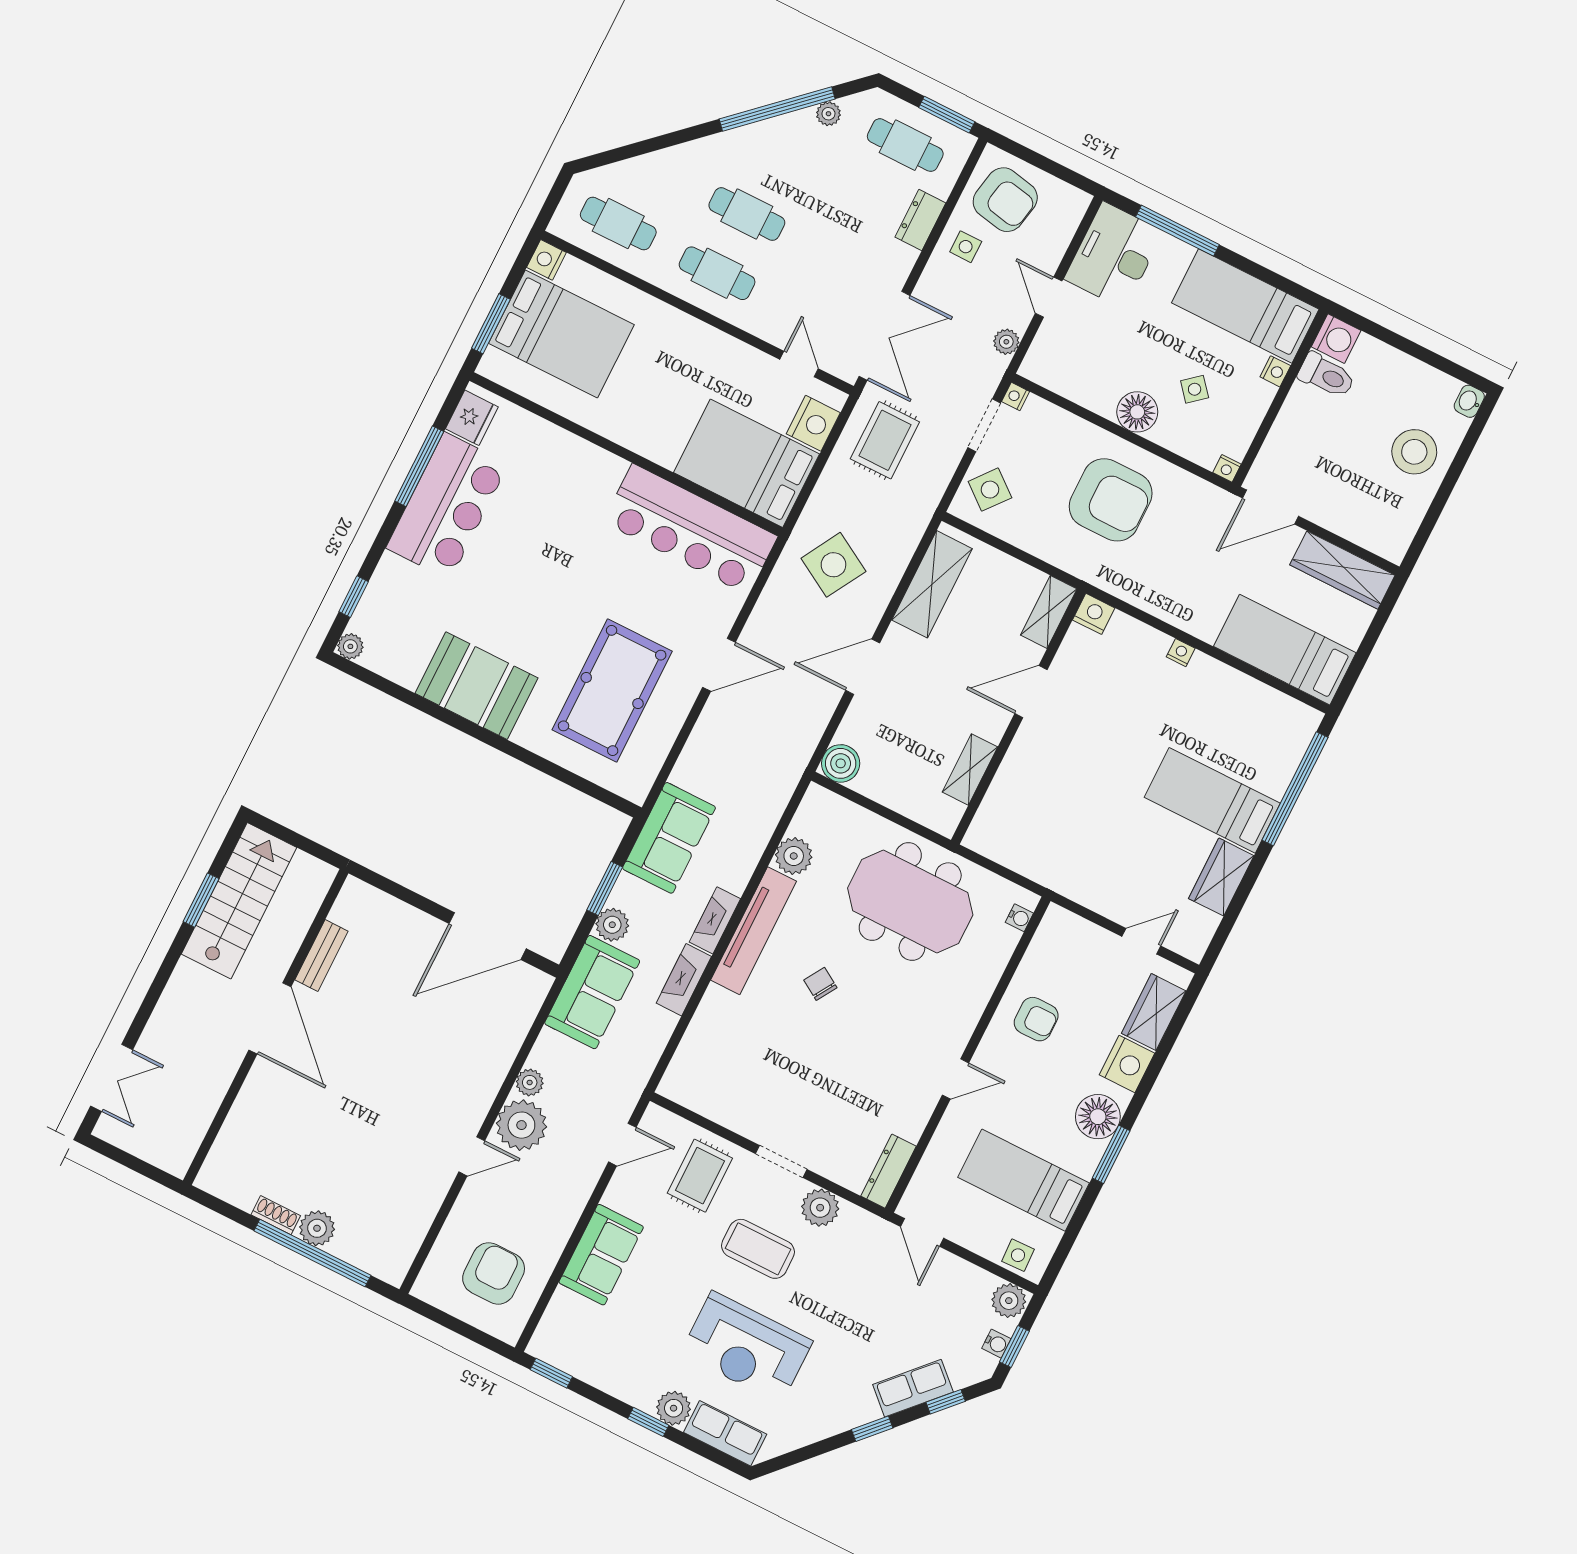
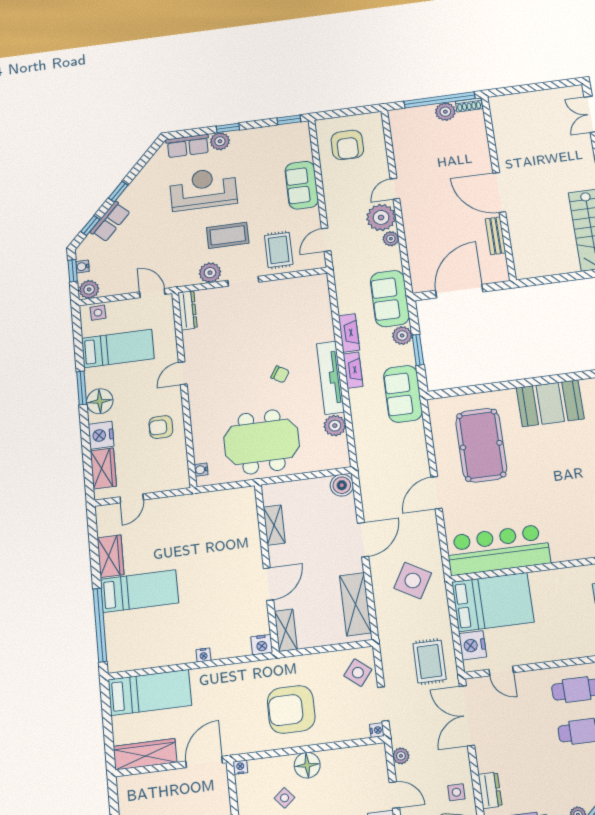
bench: (321, 956) -> (496, 236), moved
door: (270, 1018) -> (499, 192), moved
wall: (266, 1027) -> (499, 187), moved

